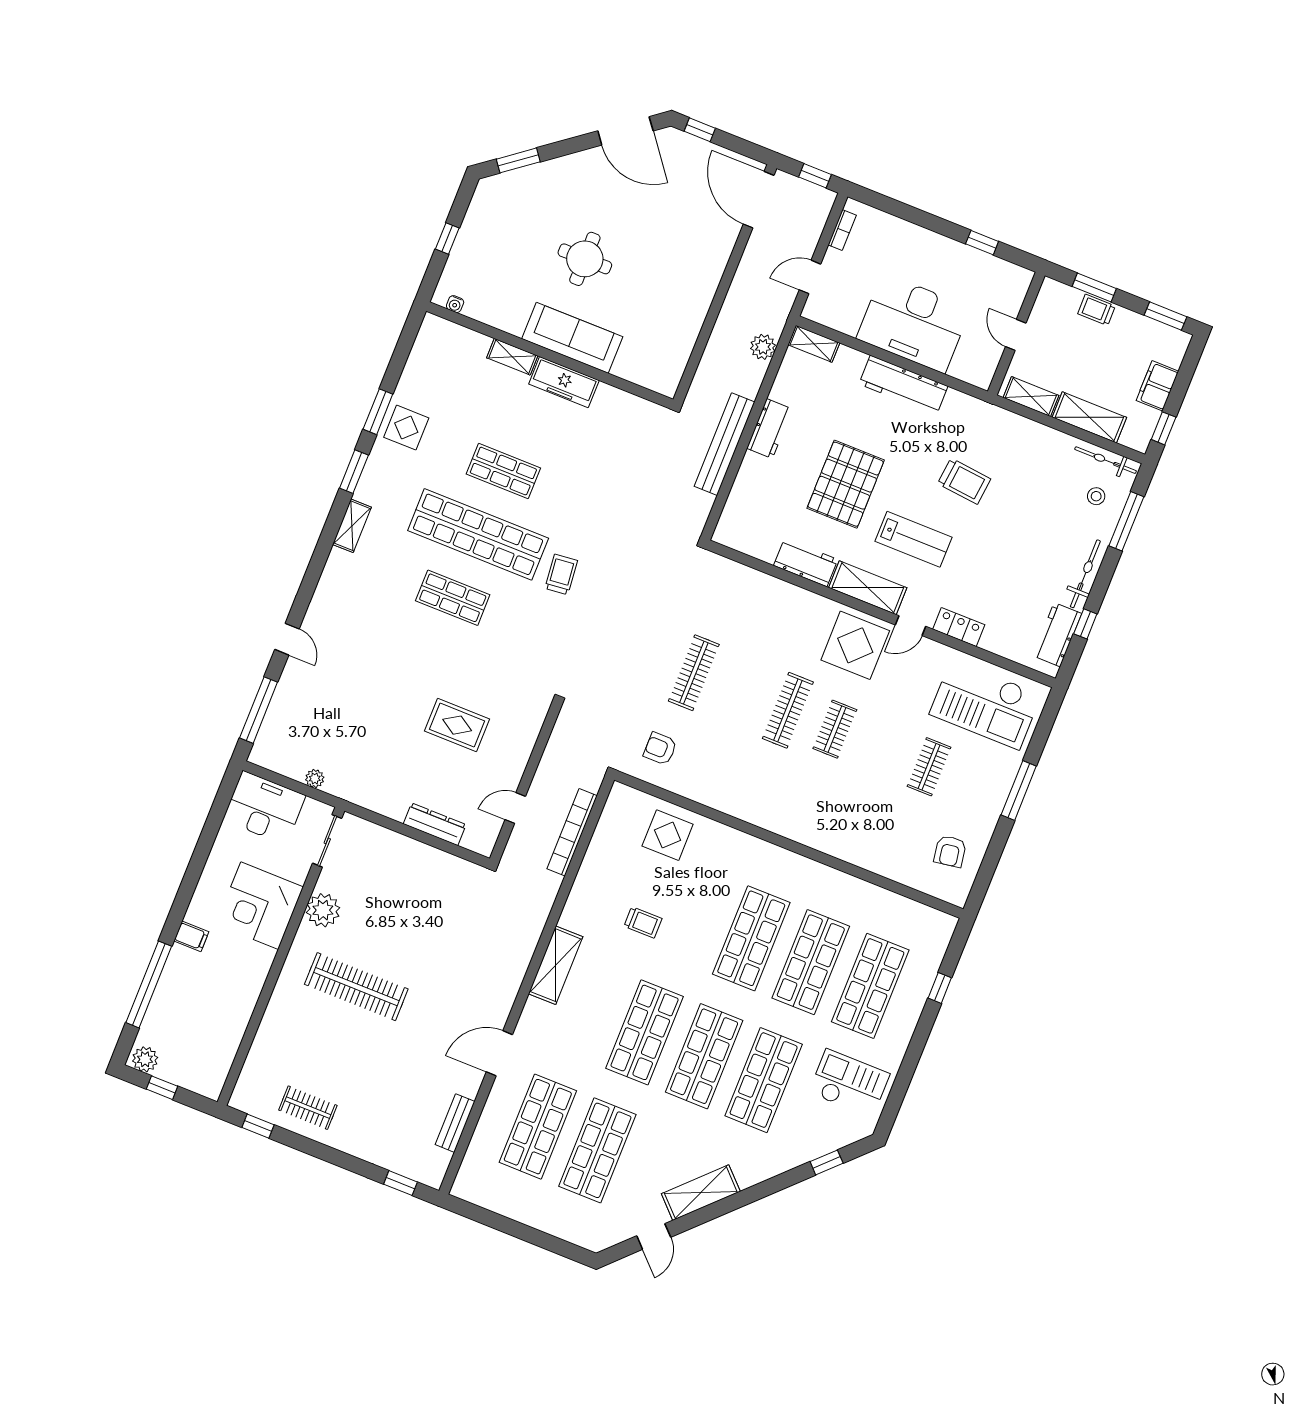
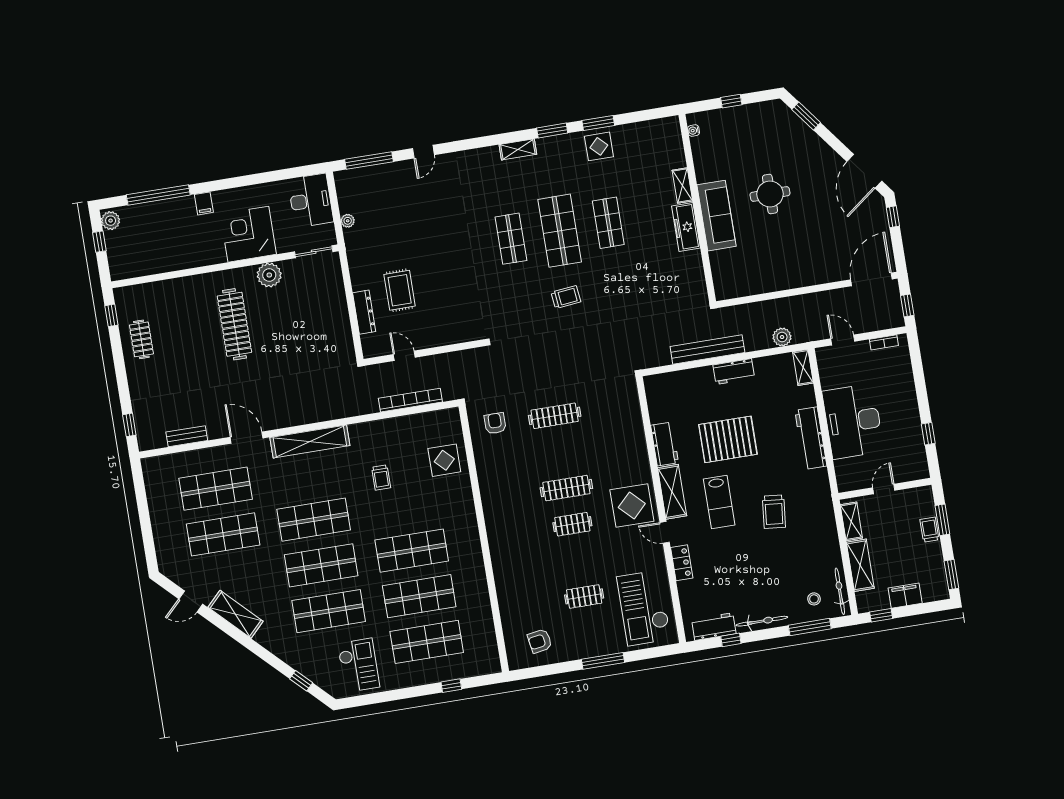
shop shelf: (478, 534) -> (560, 231), width x0.71
rug: (457, 725) -> (400, 290), moved
shelving: (556, 965) -> (310, 441), width x1.47

